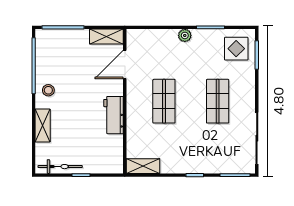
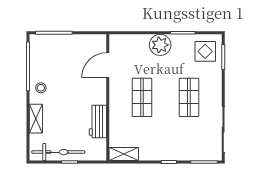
plant: (185, 35) -> (160, 45), width x1.87, depth x1.87
shelving: (106, 36) -> (92, 41), removed
workbench: (114, 115) -> (98, 121), moved
bicycle: (60, 167) -> (58, 152), width x1.37, depth x1.40

